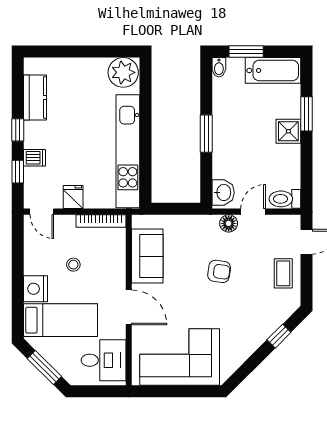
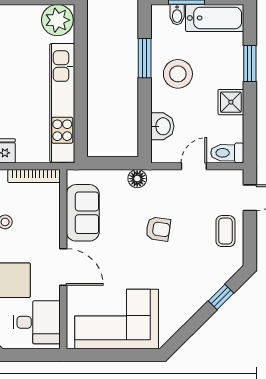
bidet: (219, 67) -> (177, 15), moved
stool: (238, 124) -> (178, 74), added
shower: (288, 131) -> (231, 102), moved
window: (206, 134) -> (145, 58), moved
washbasin: (223, 192) -> (162, 126), moved
floor lamp: (229, 223) -> (137, 179), moved

